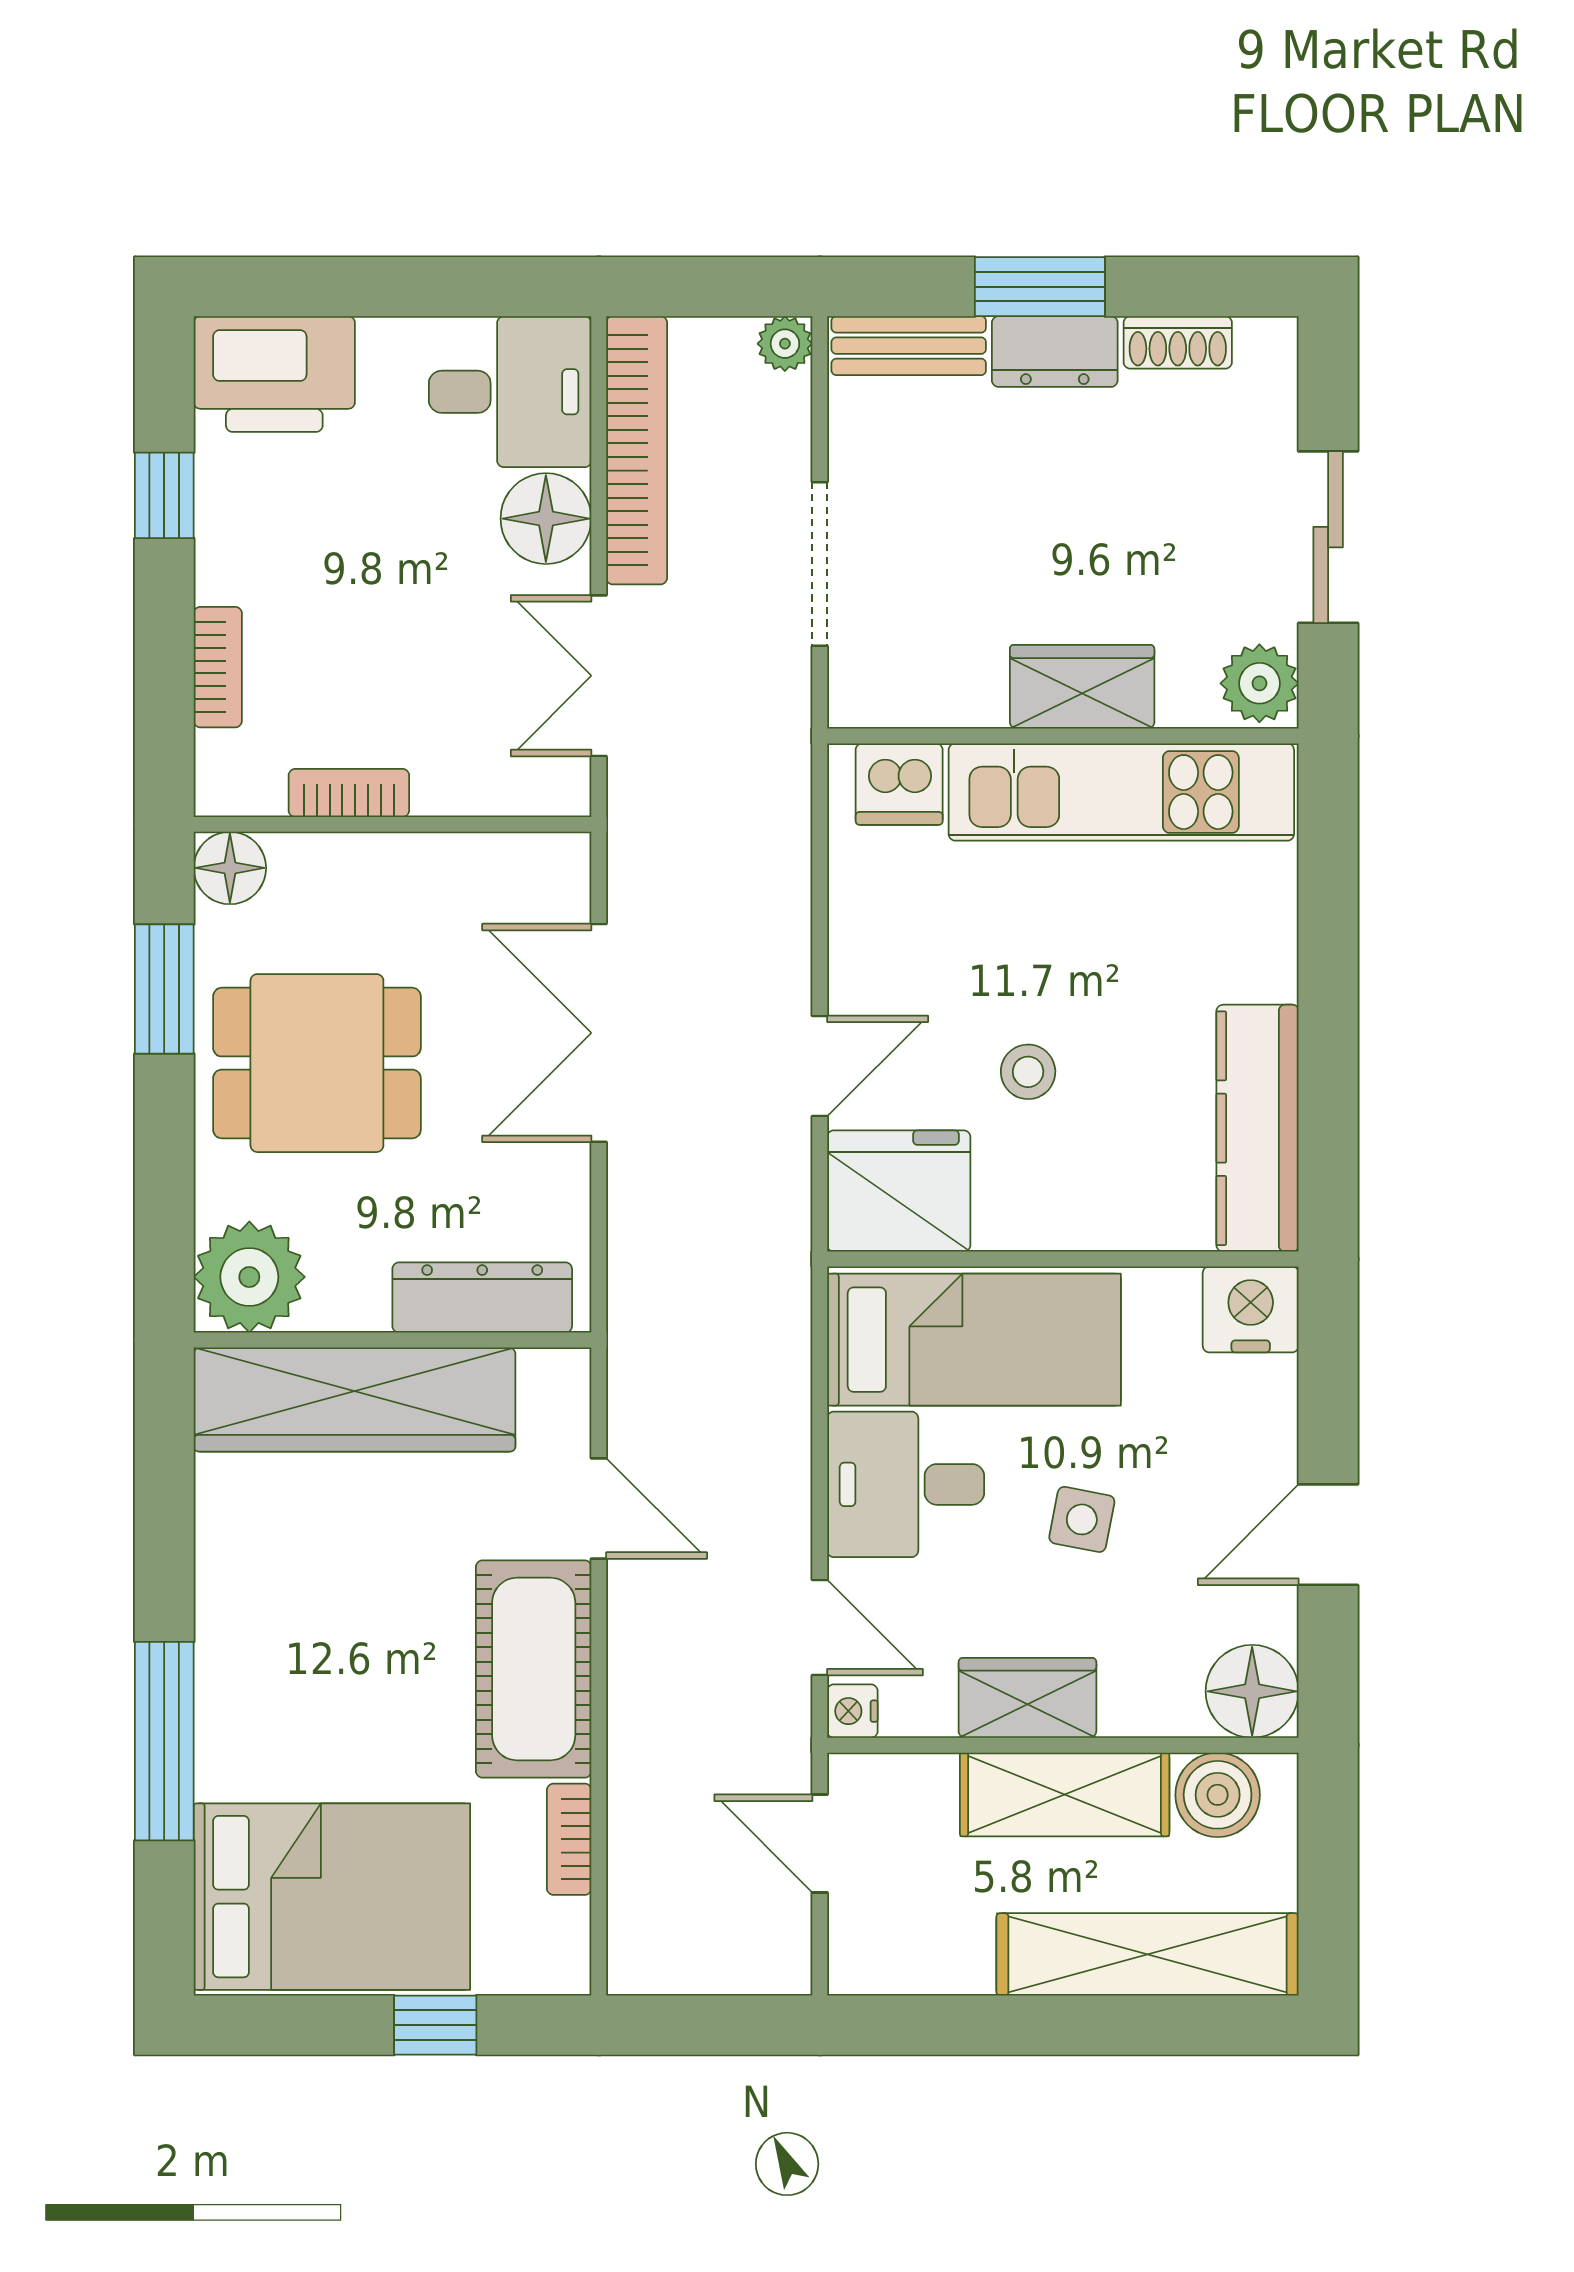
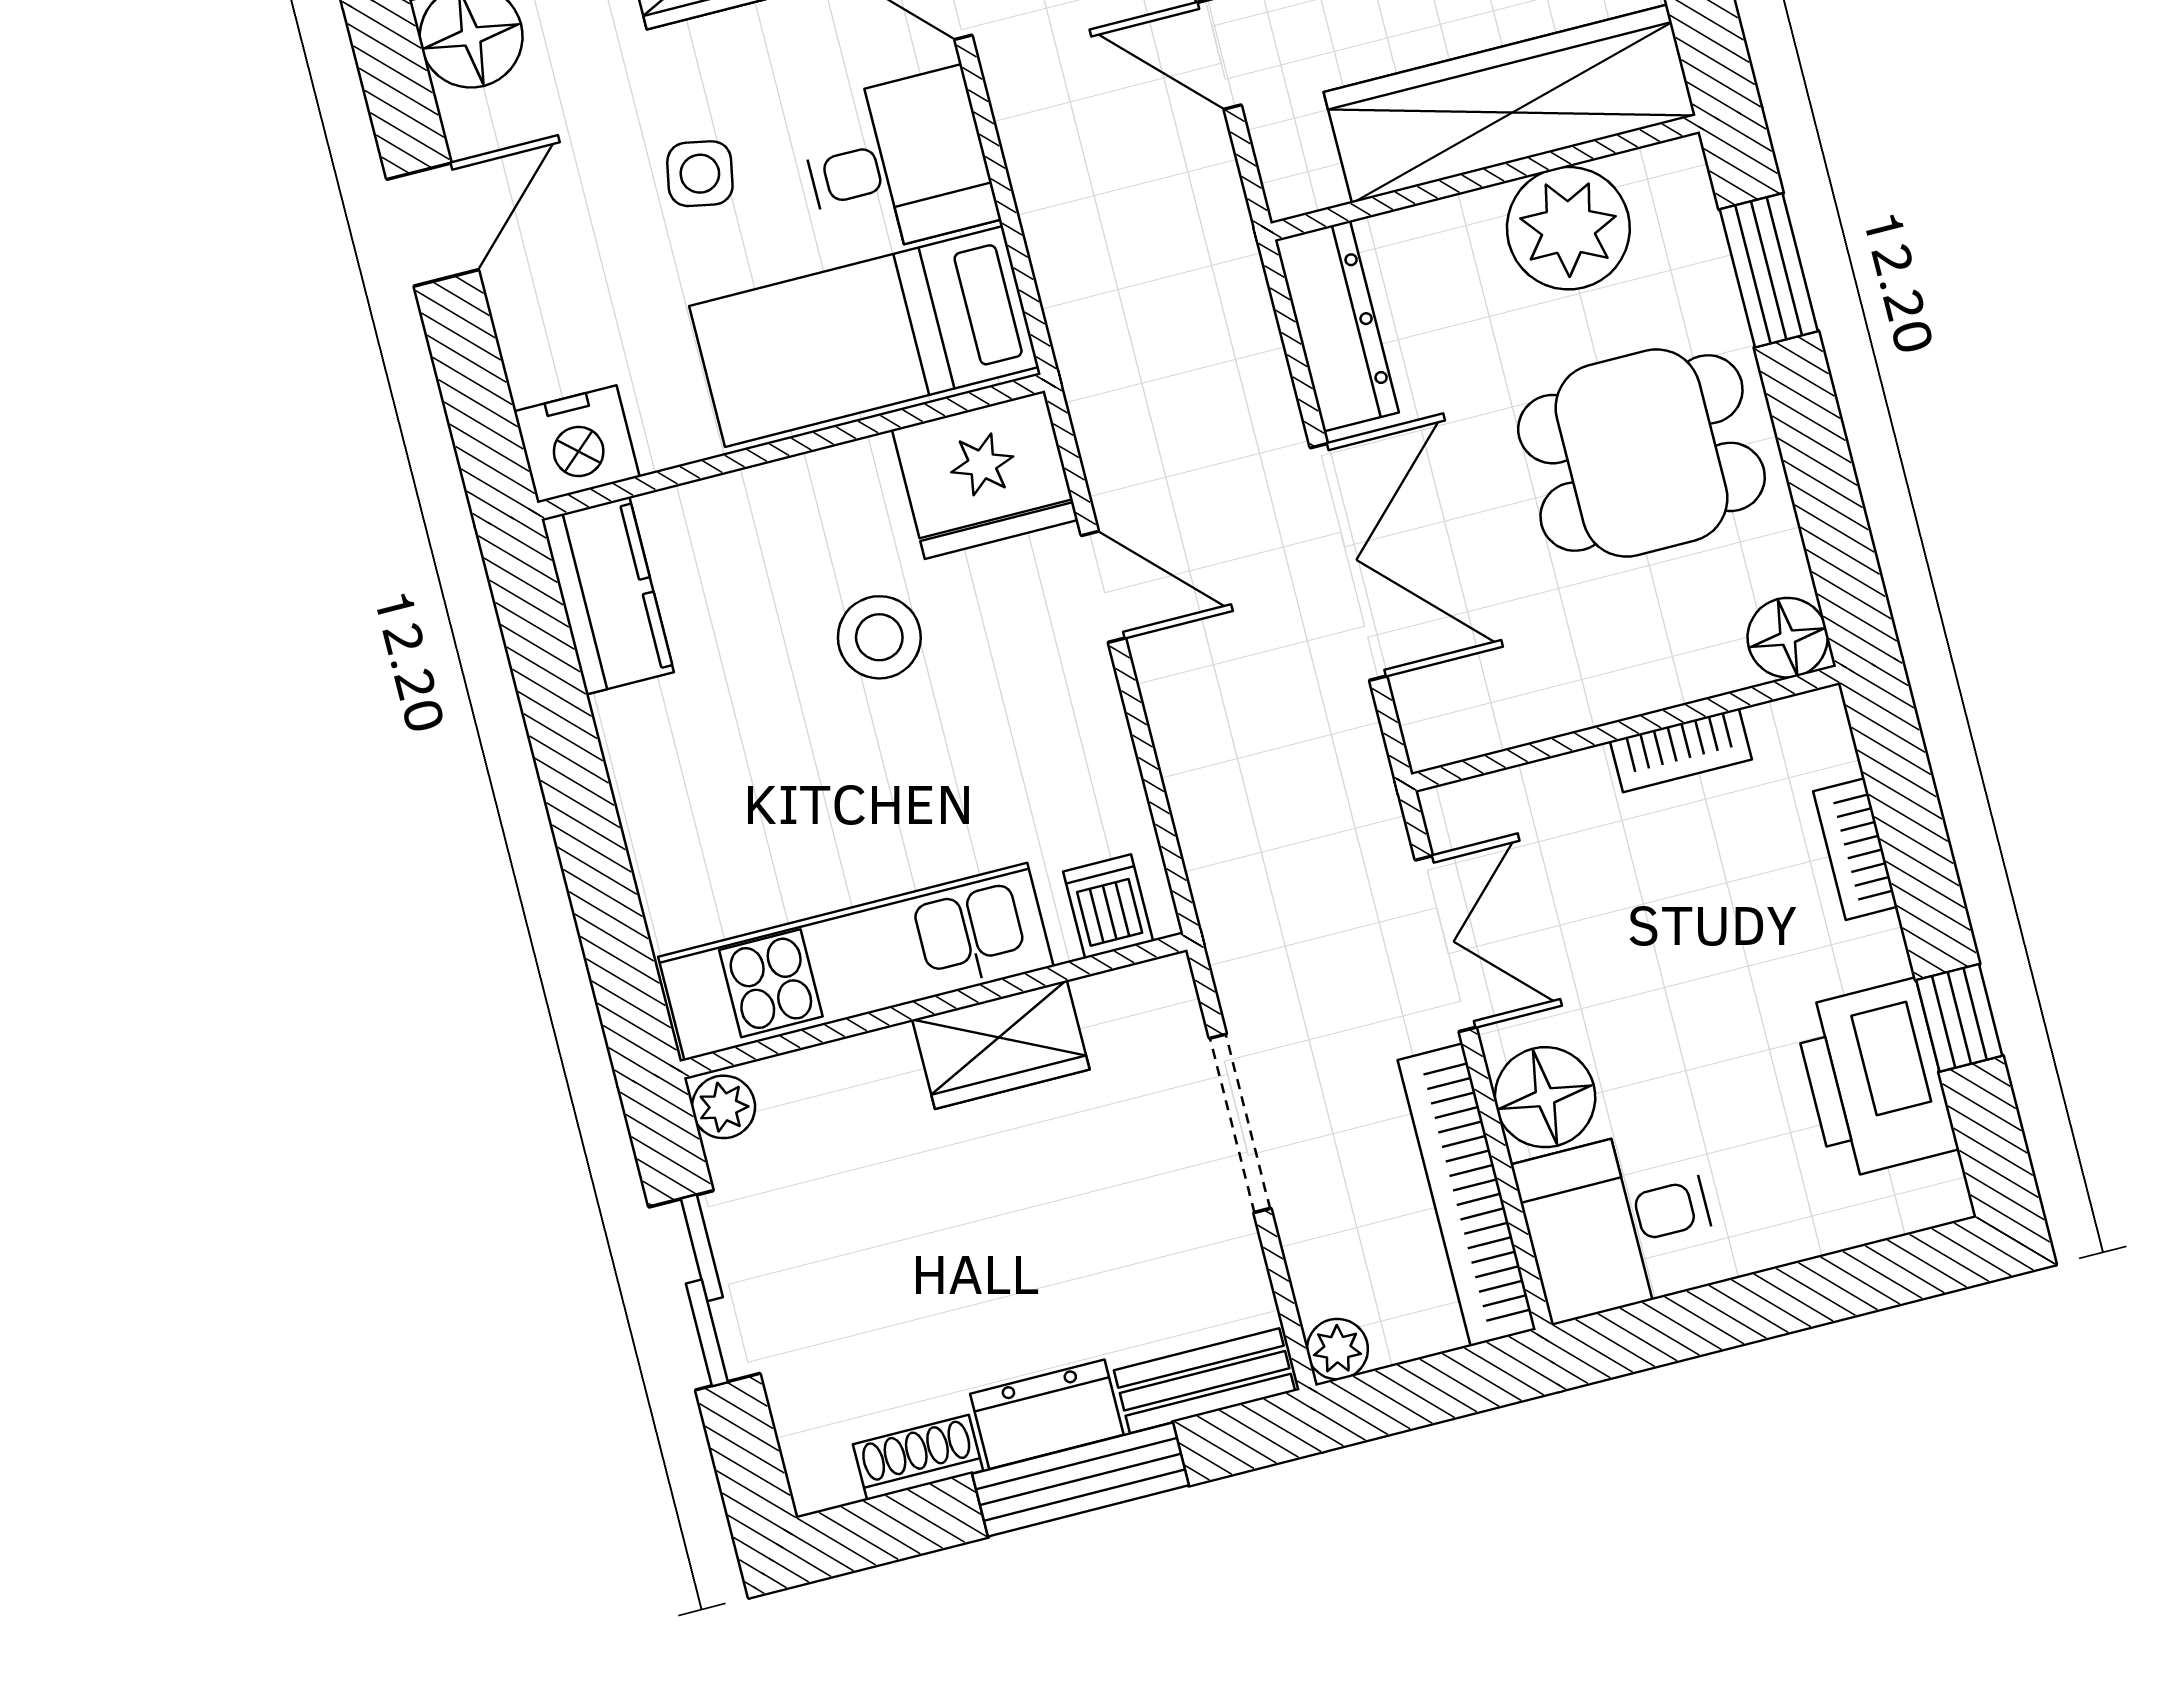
window: (1040, 287) -> (1081, 1479), width x1.44
printer: (274, 374) -> (1875, 1079), moved, turned -90
plant: (1259, 683) -> (724, 1107), width x0.73, depth x0.73
wardrobe: (1082, 687) -> (1001, 1045), moved
dishwasher: (899, 784) -> (1108, 906), width x0.73
window: (164, 989) -> (1769, 270), moved
door: (820, 1066) -> (1103, 587), swing flipped
stool: (1028, 1072) -> (879, 637), width x1.37, depth x1.37
kitchen counter: (1257, 1128) -> (608, 596), width x0.67
plant: (249, 1277) -> (1568, 228), moved
dresser: (482, 1297) -> (1337, 326), moved, turned -90

